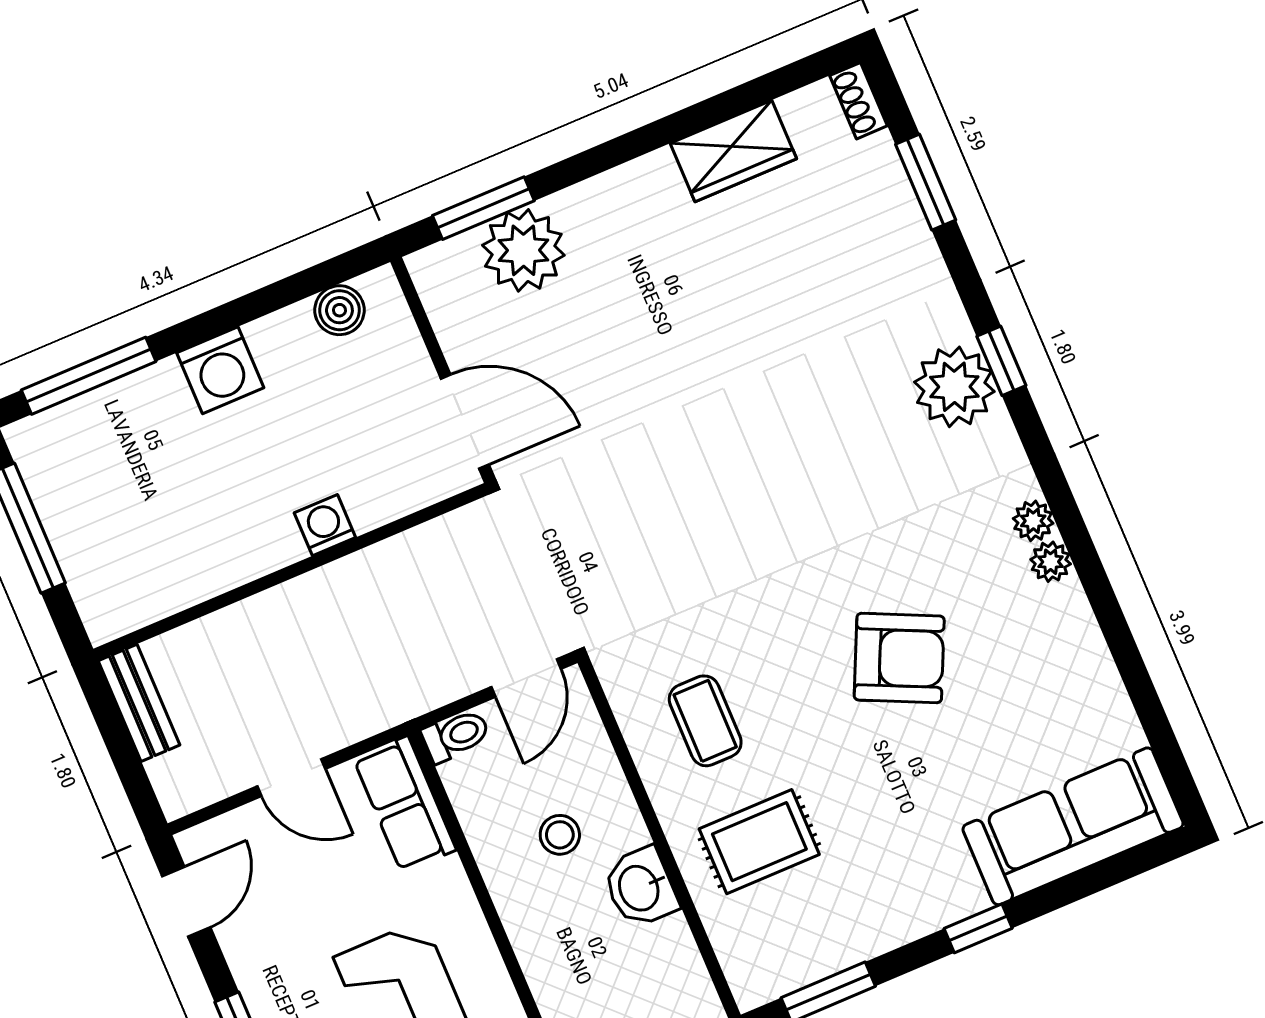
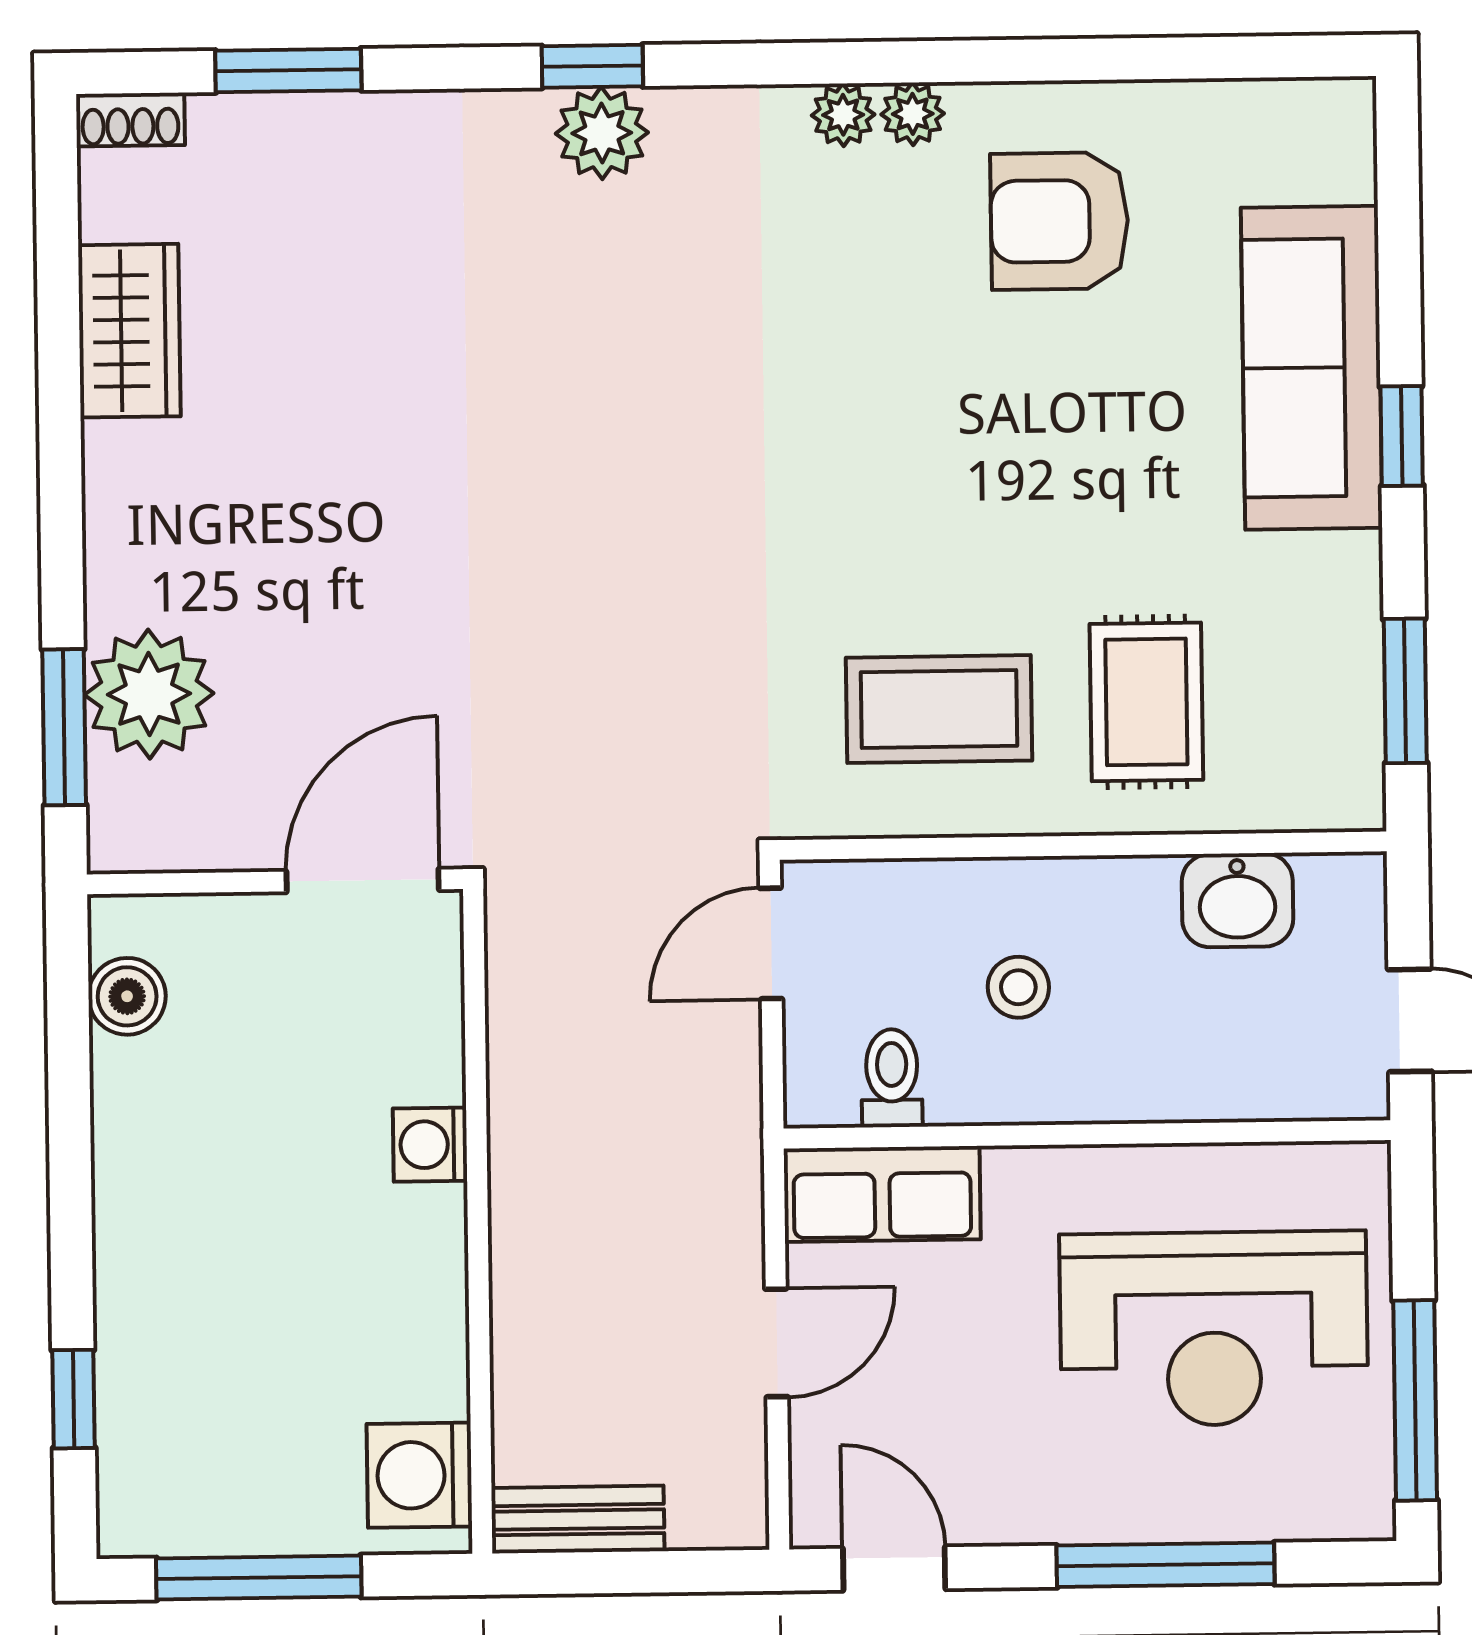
washing machine: (220, 370) -> (419, 1475), moved, turned 180
window: (89, 376) -> (74, 1399), width x0.46
plant: (954, 387) -> (602, 133), width x0.73, depth x0.73
armchair: (899, 658) -> (1059, 221), moved, turned -115
door: (526, 678) -> (771, 943), swing flipped
coffee table: (705, 721) -> (939, 709), width x1.36, depth x1.30
toilet: (456, 736) -> (892, 1078), moved
sofa: (1073, 826) -> (1312, 368), moved
washbasin: (640, 887) -> (1237, 900), moved

